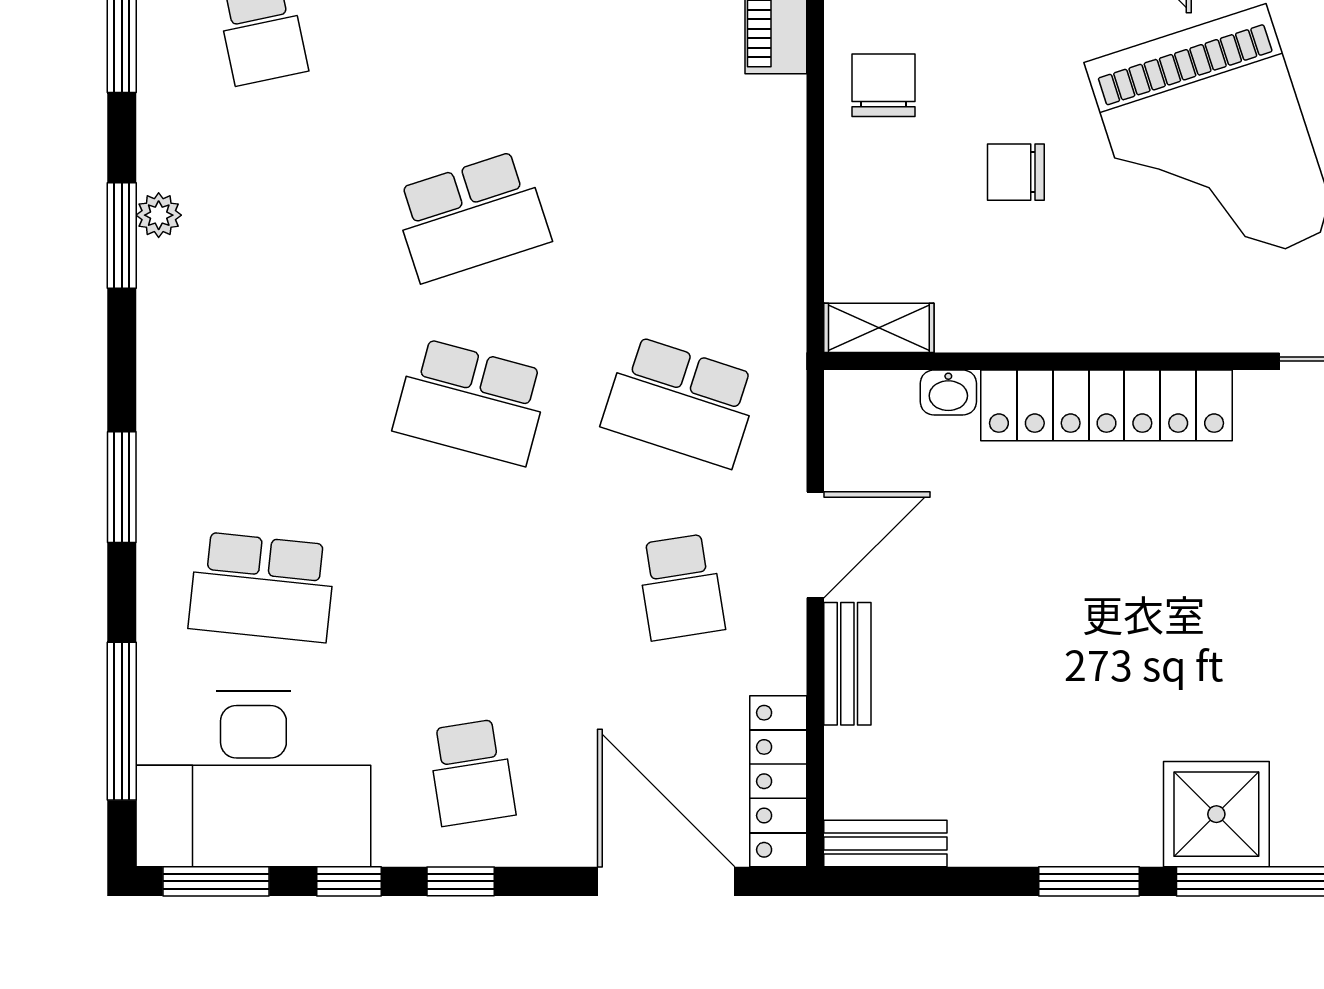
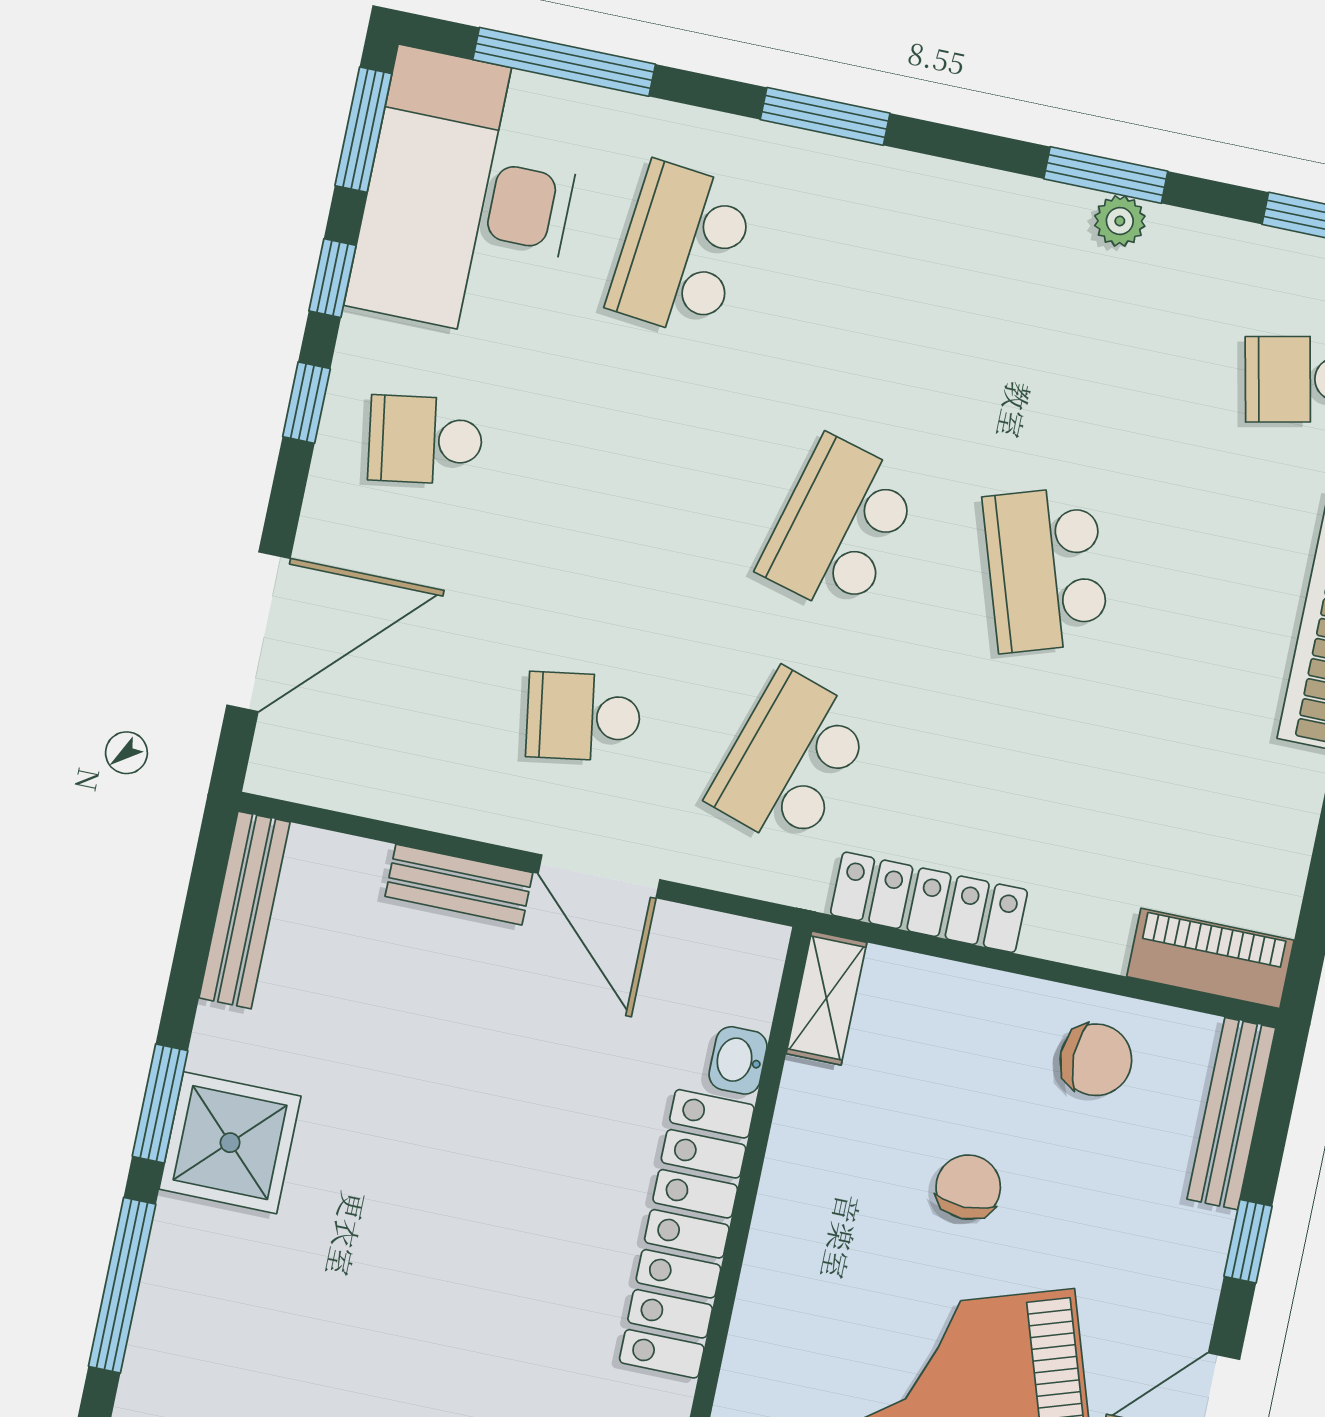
locker: (778, 781) -> (929, 902), moved
shower: (1216, 814) -> (230, 1143), moved
bench: (885, 843) -> (245, 910), width x1.36

